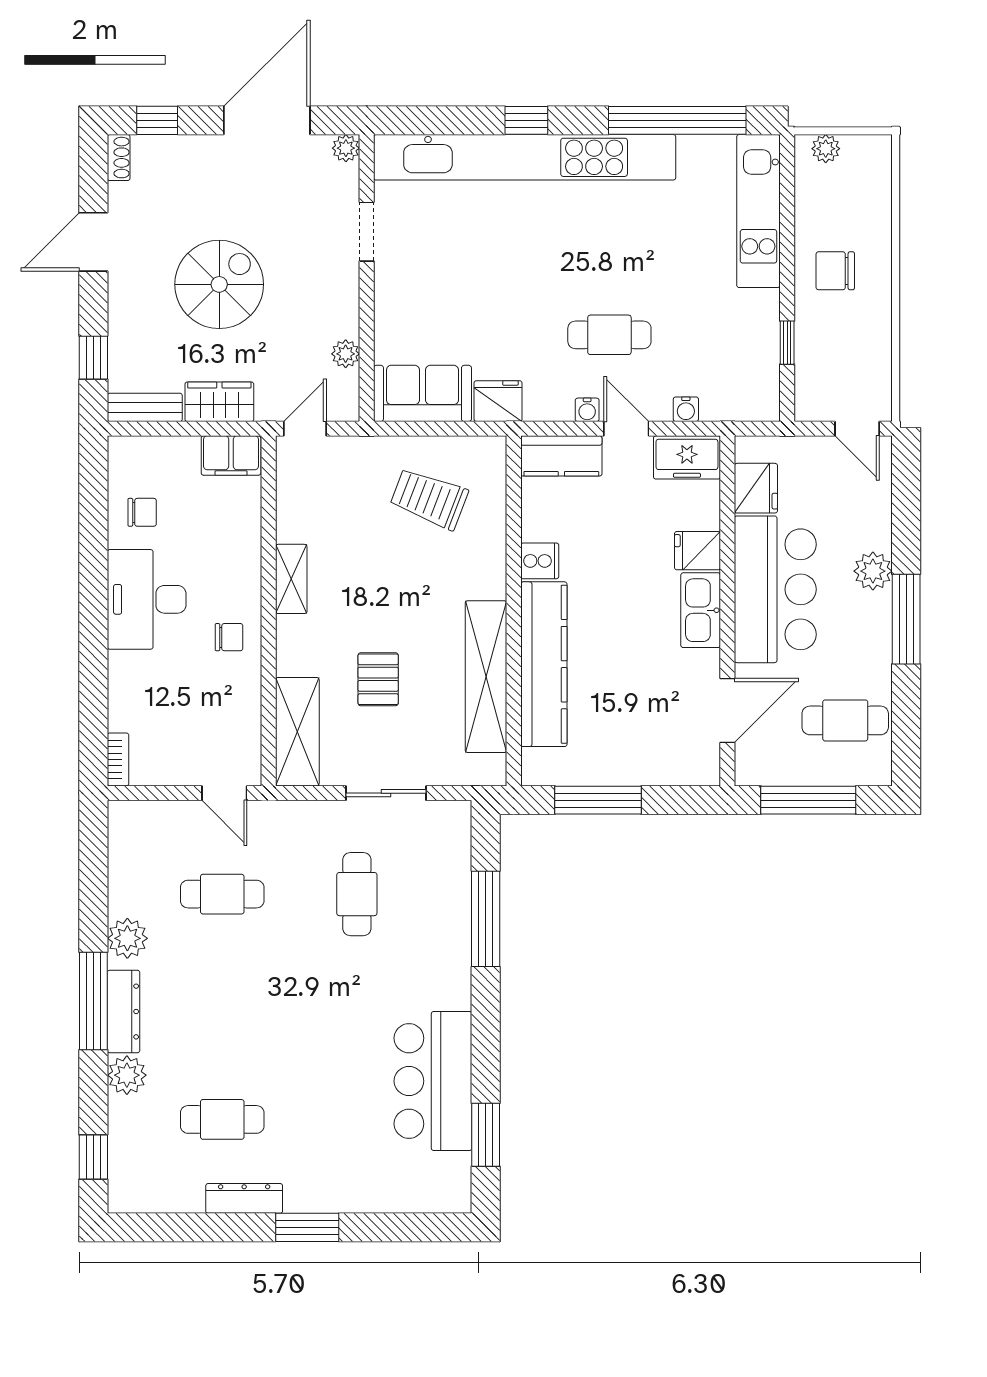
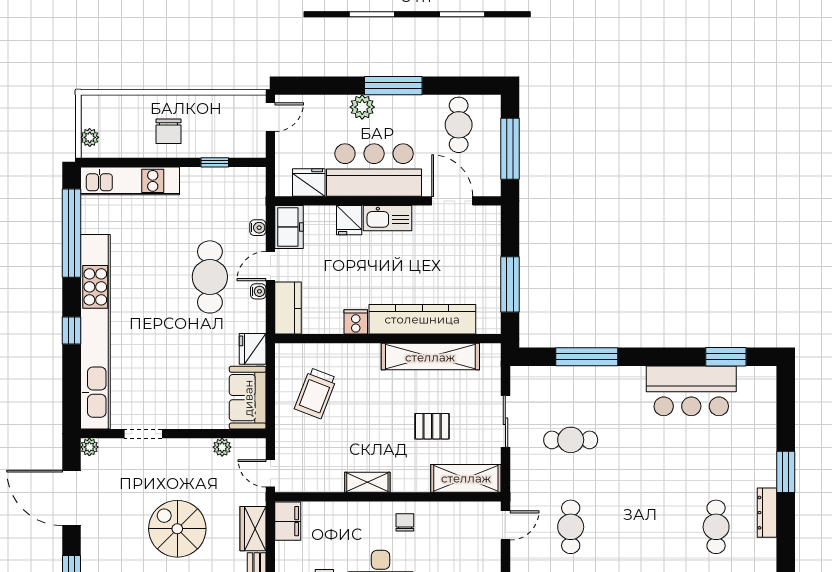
cafe table: (609, 335) -> (210, 277), width x1.37, depth x1.35

